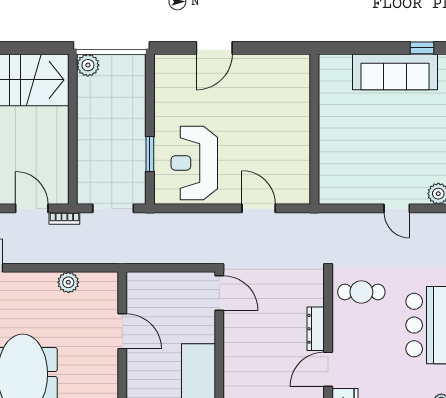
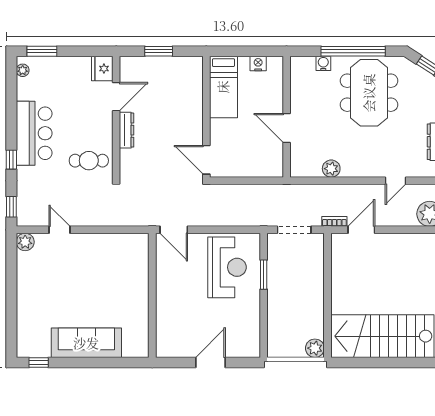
sofa: (395, 72) -> (86, 343), moved
wall: (314, 129) -> (152, 295), moved
door: (32, 208) -> (361, 230), swing flipped

